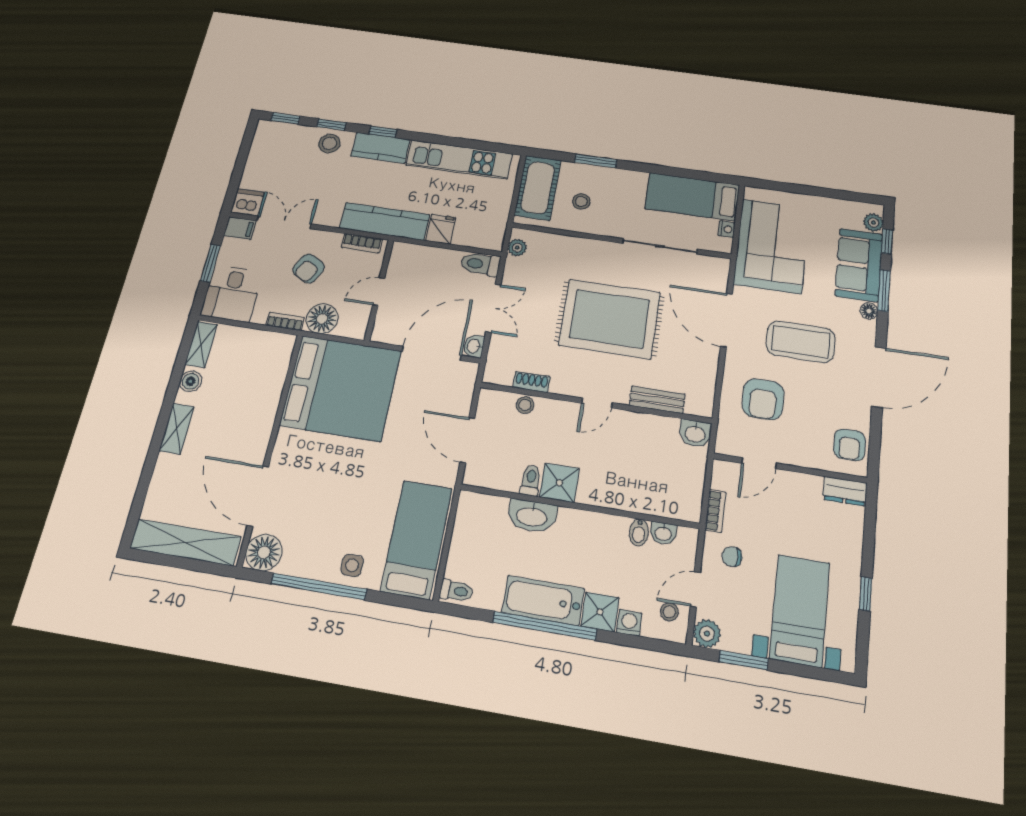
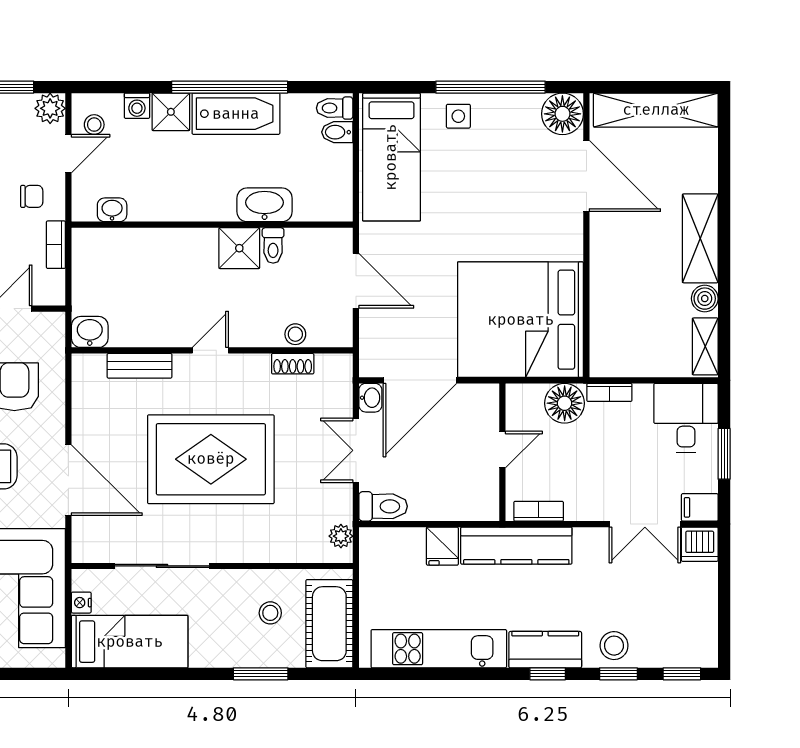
armchair: (309, 269) -> (598, 466), removed
shelving: (177, 429) -> (700, 238), width x1.50, depth x1.33
bidet: (639, 532) -> (337, 132), moved, turned -90

